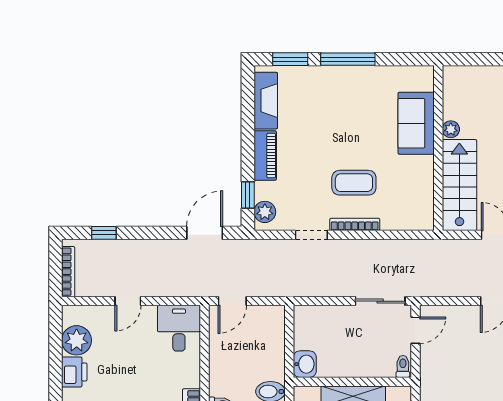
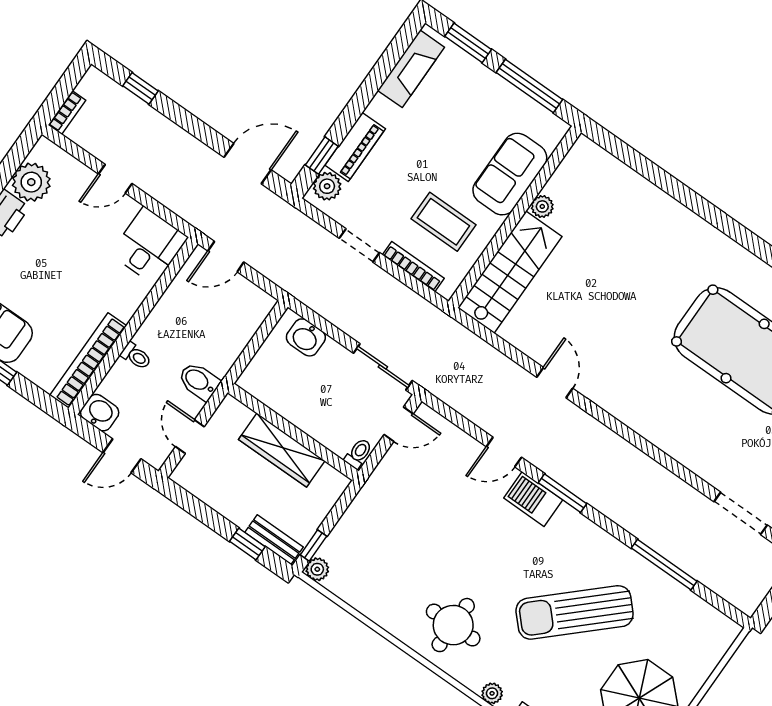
sofa: (416, 123) -> (510, 174), moved
plant: (451, 129) -> (542, 206), moved
wall: (438, 148) -> (515, 217), moved
piano: (265, 156) -> (355, 147), moved
stairs: (459, 185) -> (510, 272), moved
bookcase: (68, 272) -> (67, 113), width x0.64
washbasin: (305, 364) -> (306, 337), moved, turned 90

